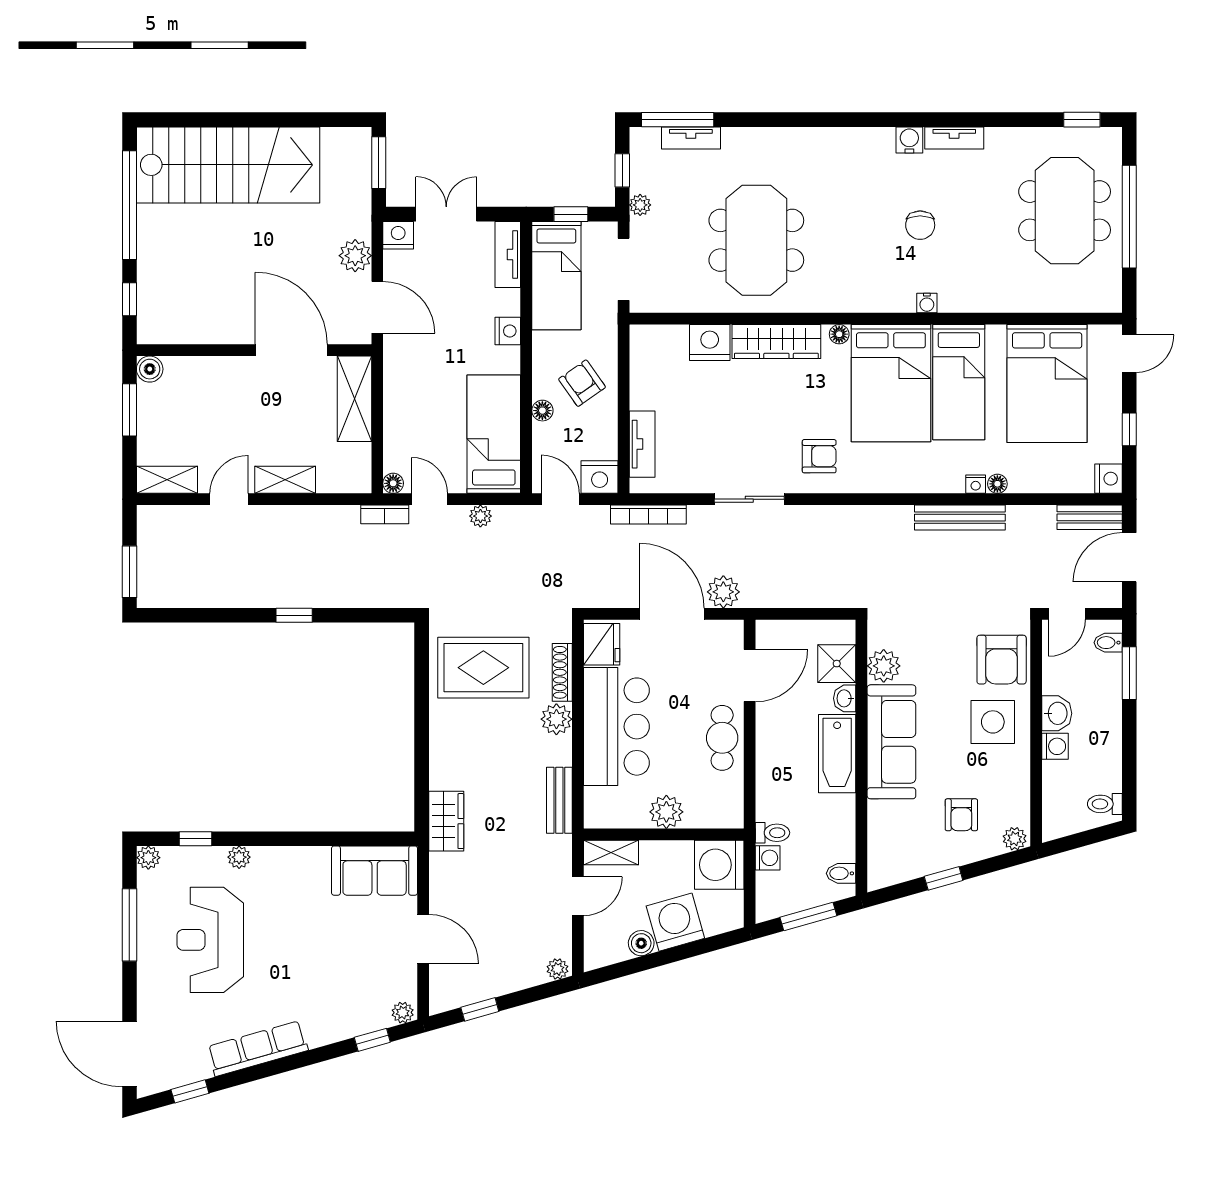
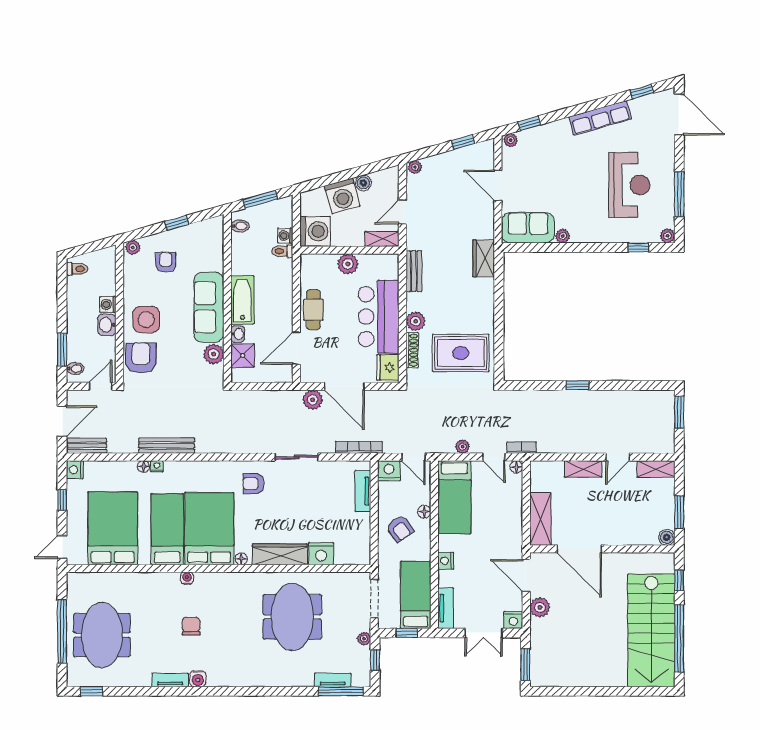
stairs: (228, 165) -> (651, 630), moved, turned -90
plant: (239, 857) -> (563, 236), moved

